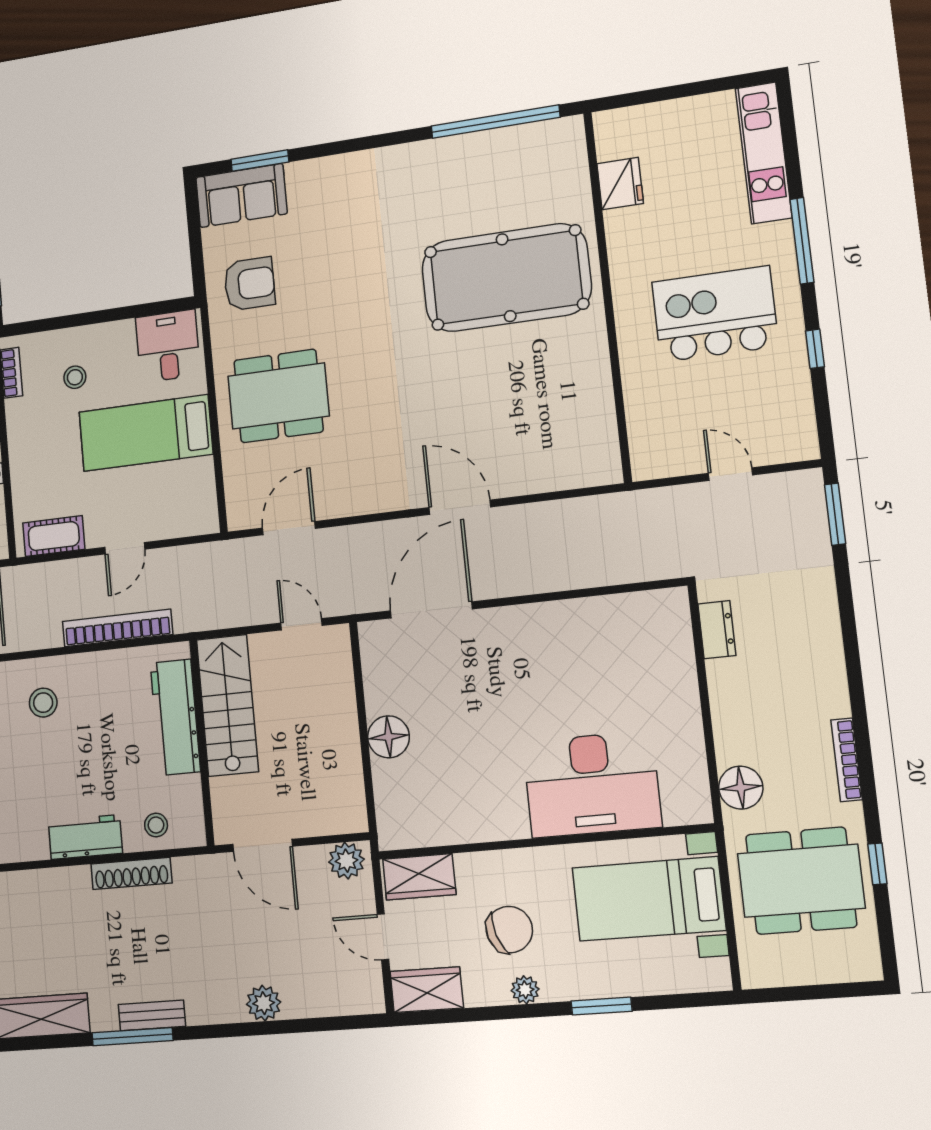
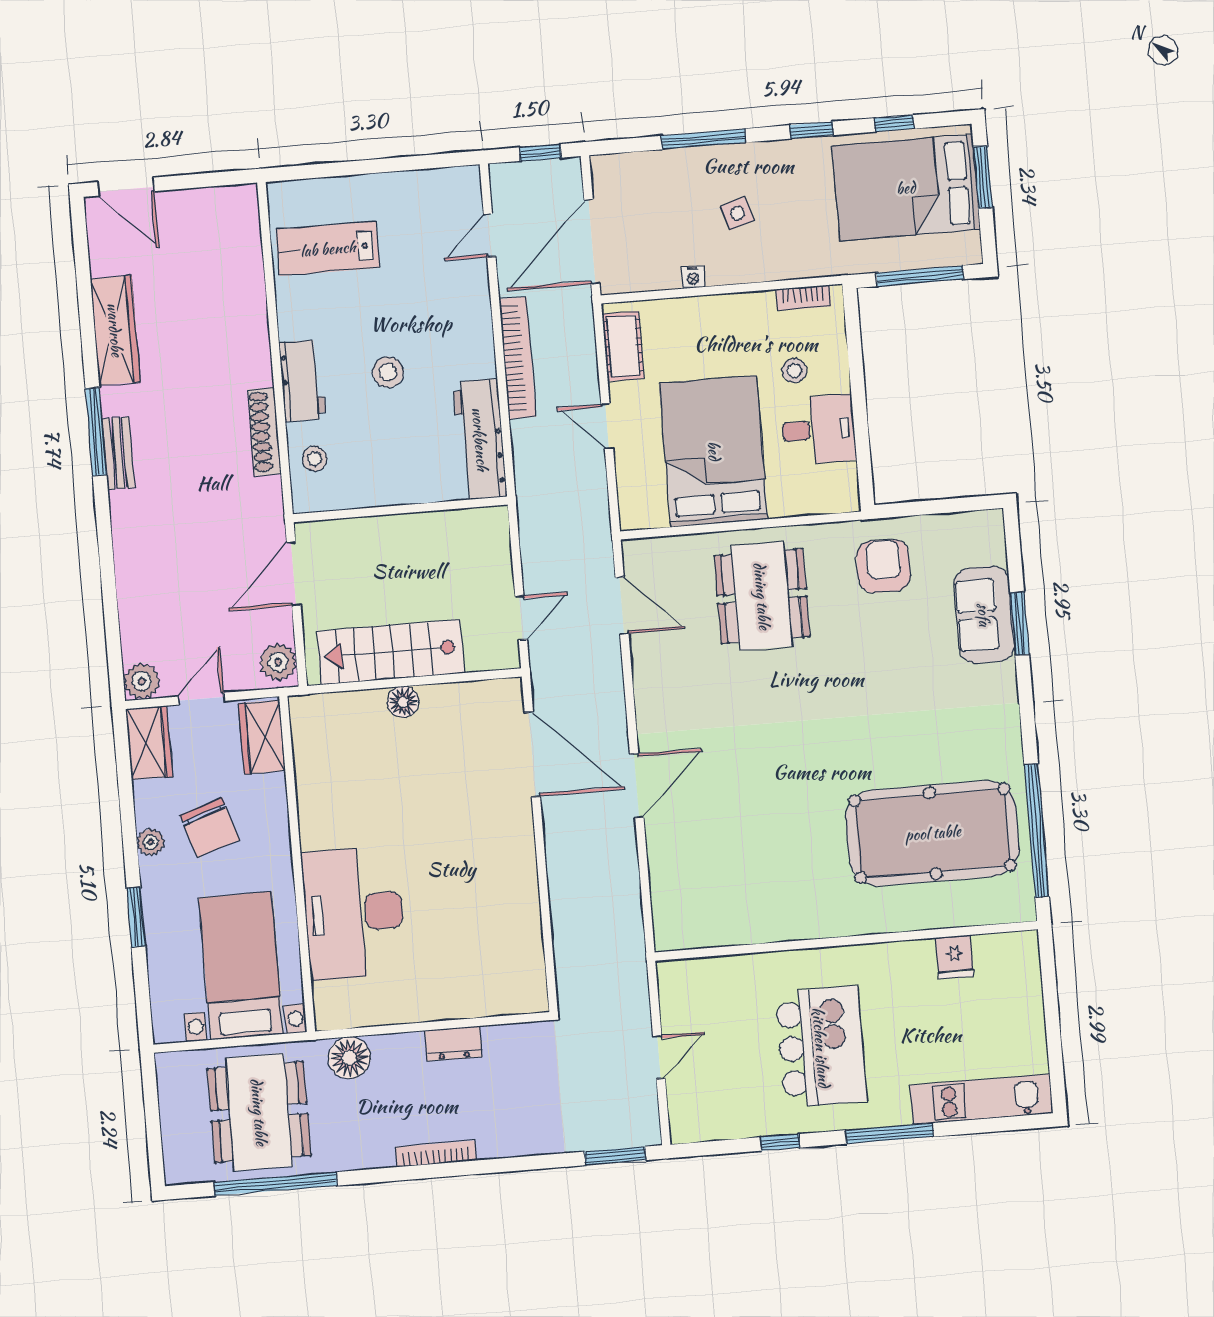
window: (260, 161) -> (1020, 623), moved
fridge: (620, 184) -> (955, 957), width x0.72
sofa: (241, 195) -> (984, 615), moved
pool table: (506, 278) -> (933, 833), moved, turned 90
armchair: (249, 284) -> (884, 566), turned 180
desk: (168, 346) -> (818, 430), moved
bed: (146, 433) -> (714, 451), width x1.50
bookcase: (117, 628) -> (518, 358), moved
dresser: (717, 630) -> (453, 1044), moved
stool: (43, 703) -> (388, 372), moved
stairs: (227, 705) -> (390, 652), moved, turned 180
workbench: (175, 717) -> (480, 439), moved, turned -90
floor lamp: (388, 737) -> (403, 702), width x0.73, depth x0.73
bookcase: (847, 760) -> (436, 1154), moved
window: (877, 864) -> (275, 1184), width x3.17
plant: (264, 1003) -> (142, 681), moved

